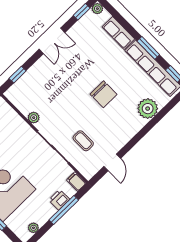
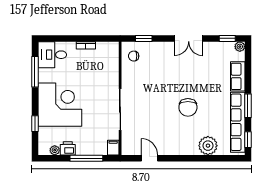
chair: (23, 96) -> (134, 56), added
plant: (34, 118) -> (127, 77), removed
coffee table: (83, 141) -> (144, 125), removed
door: (112, 162) -> (149, 158), swing flipped
printer: (59, 200) -> (68, 148), moved

